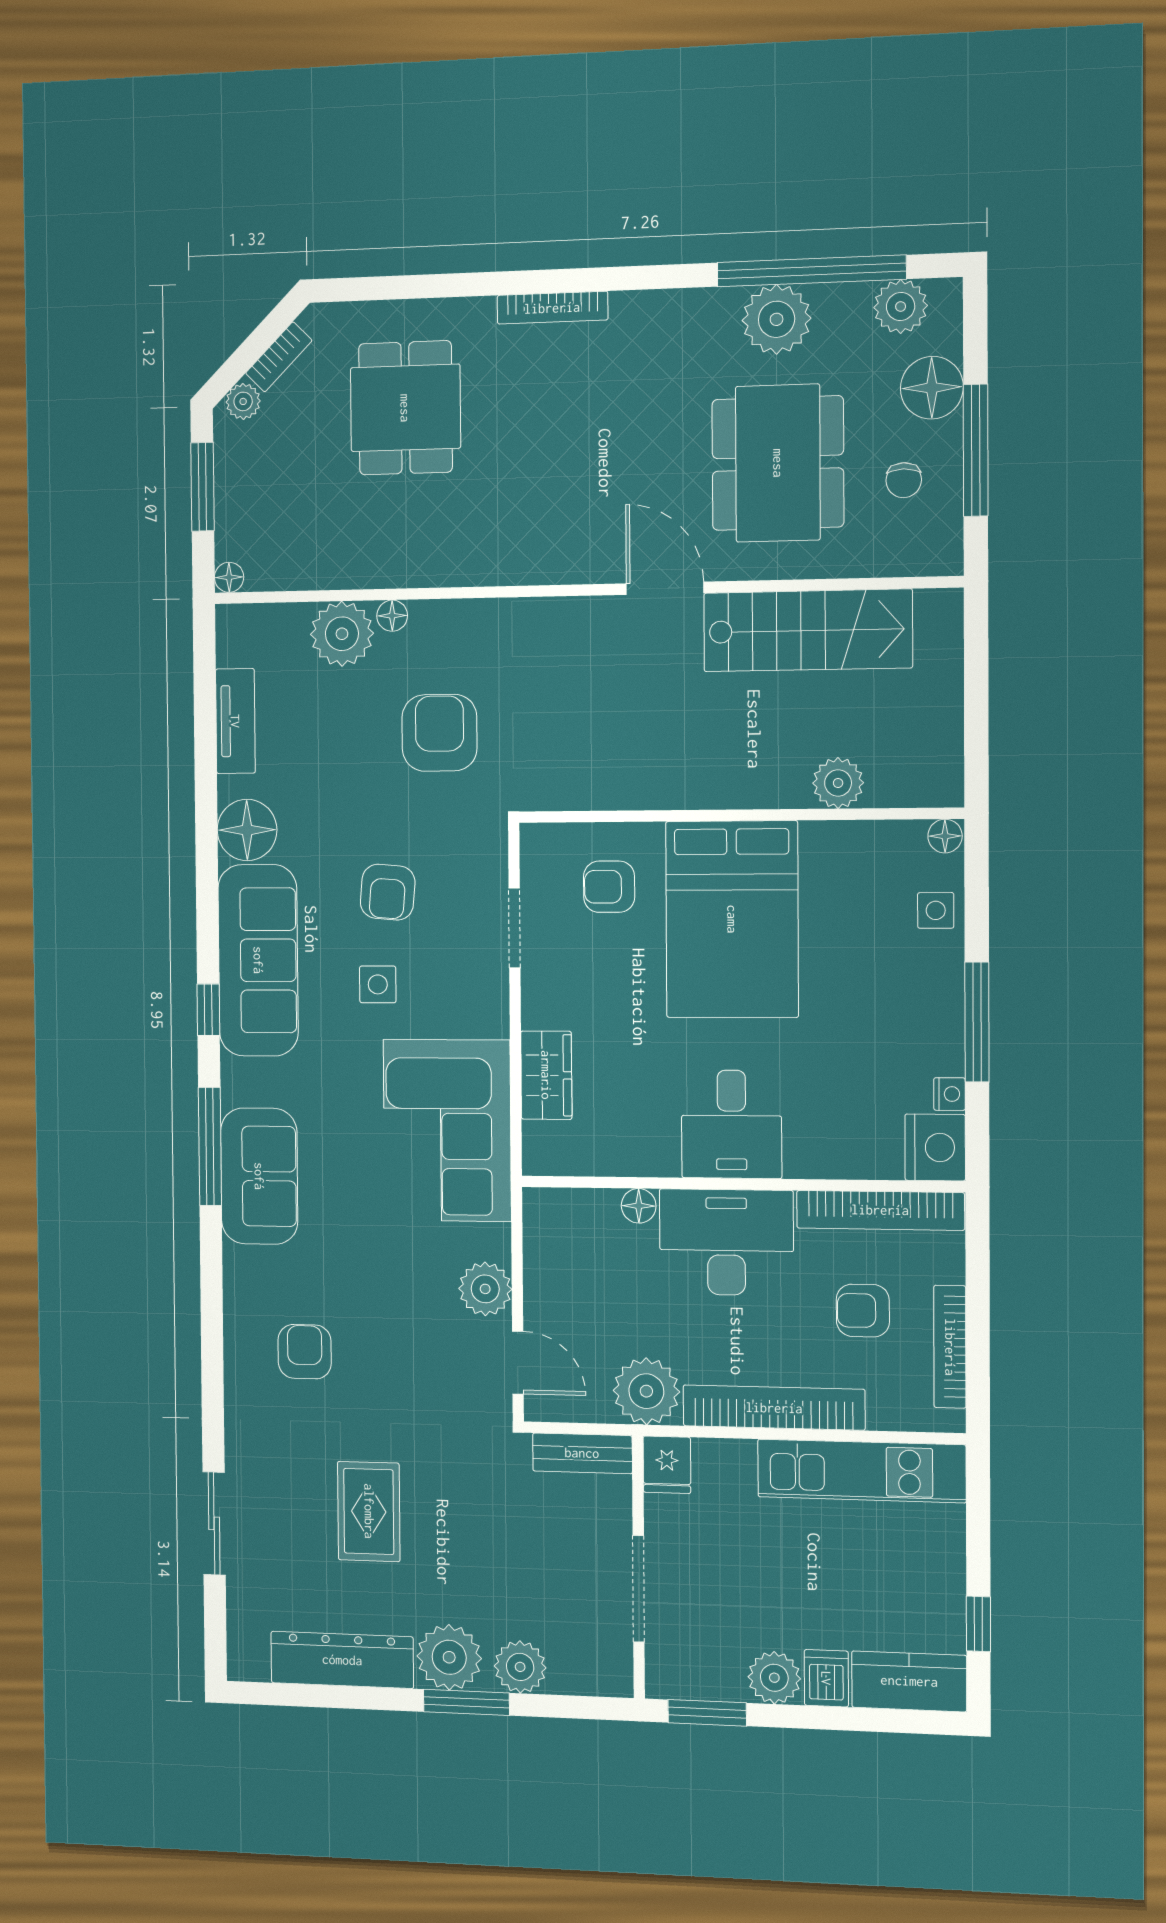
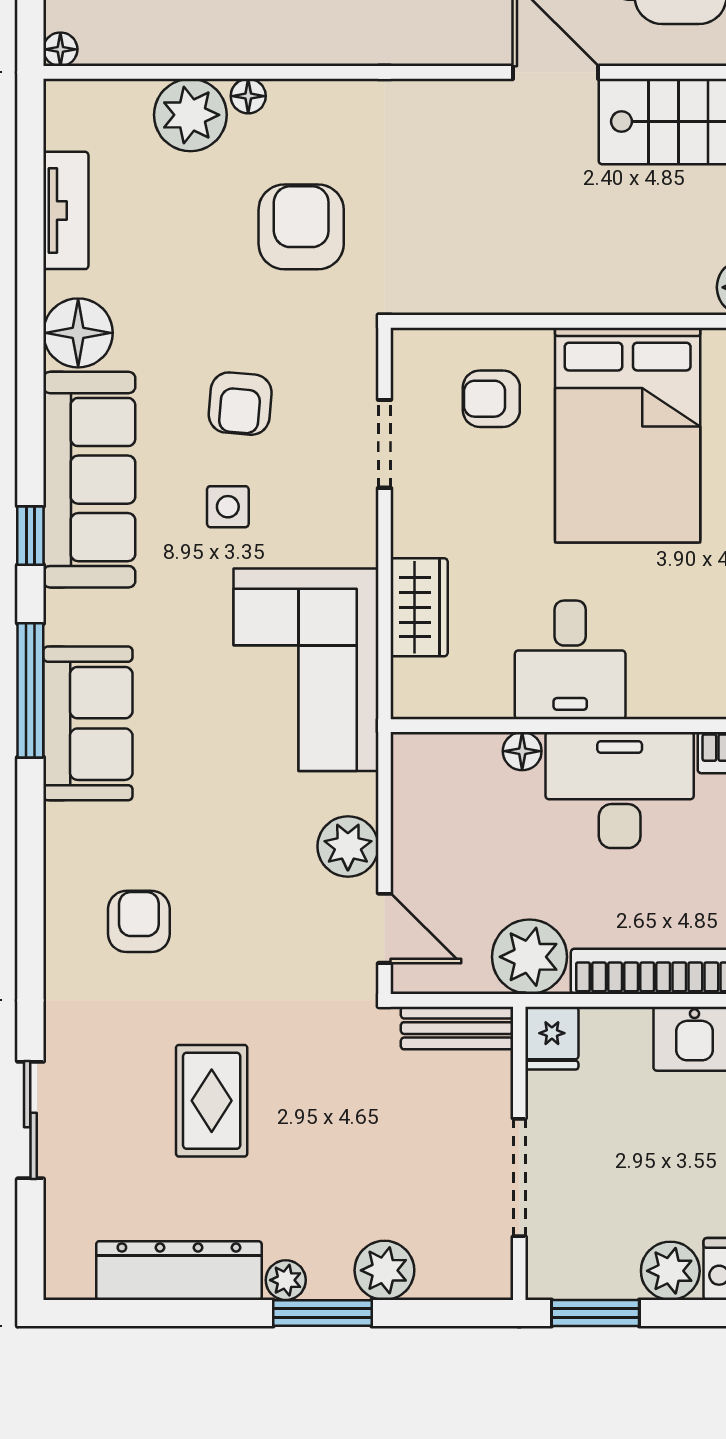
desk: (732, 1124) -> (570, 660), moved
plant: (449, 1657) -> (286, 1280), width x0.53, depth x0.53

